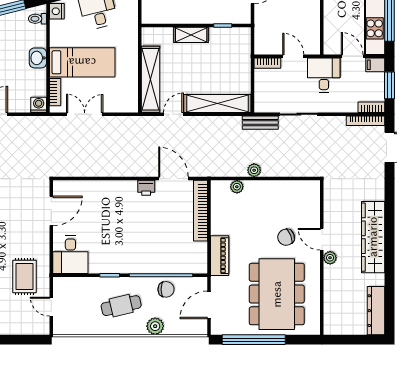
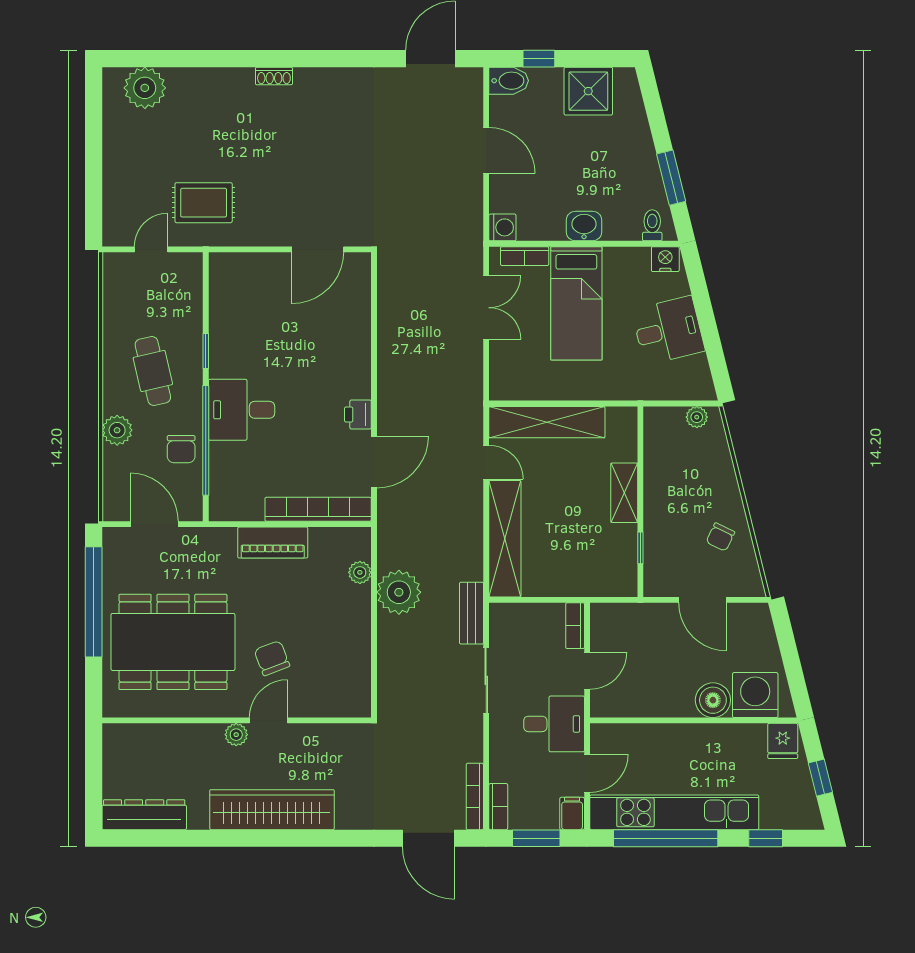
plant: (254, 170) -> (399, 592), width x1.87, depth x1.87
door: (51, 211) -> (318, 249), hinge flipped
desk: (70, 255) -> (242, 410), moved
piano: (220, 256) -> (273, 543), moved

